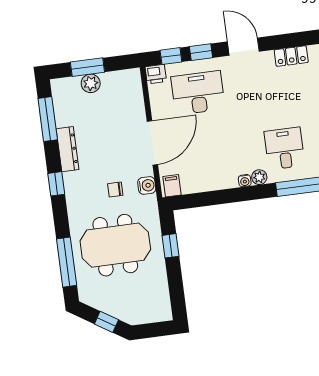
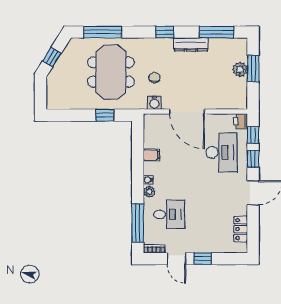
filing cabinet: (172, 186) -> (152, 155), moved

